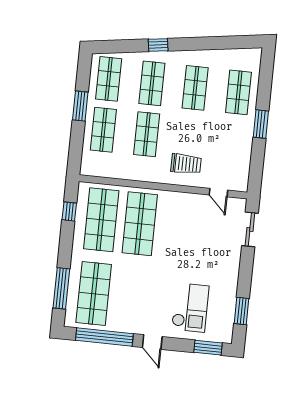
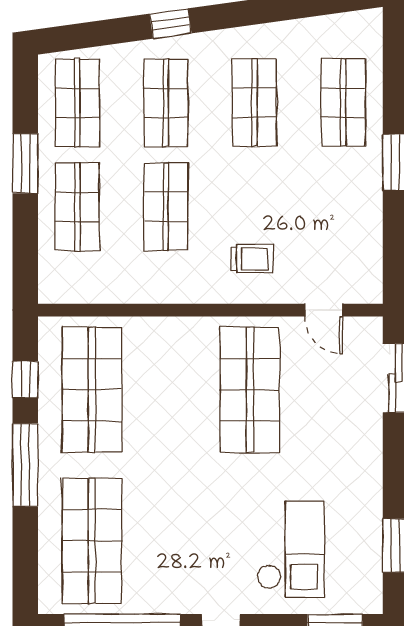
trolley: (186, 164) -> (252, 259), width x0.73, depth x0.72
shop shelf: (140, 224) -> (250, 390), moved
window: (61, 288) -> (25, 465), moved

